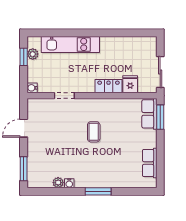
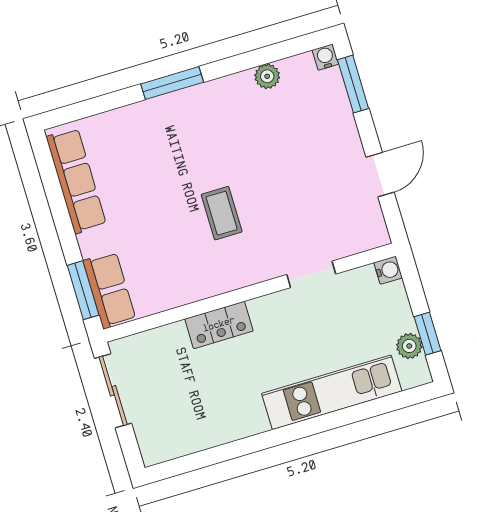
fridge: (130, 84) -> (172, 344), removed
row of seats: (150, 163) -> (76, 181), width x1.48
water cooler: (69, 183) -> (325, 57), moved

